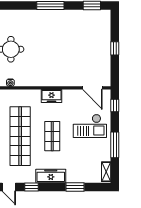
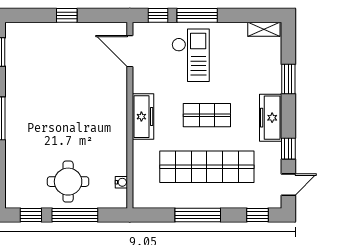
door: (92, 88) -> (130, 51), swing flipped
freezer: (51, 96) -> (143, 117), width x1.40
window: (115, 145) -> (197, 15), moved

